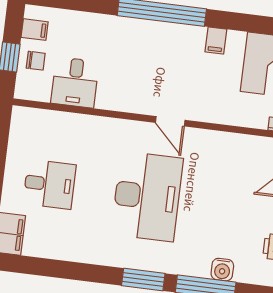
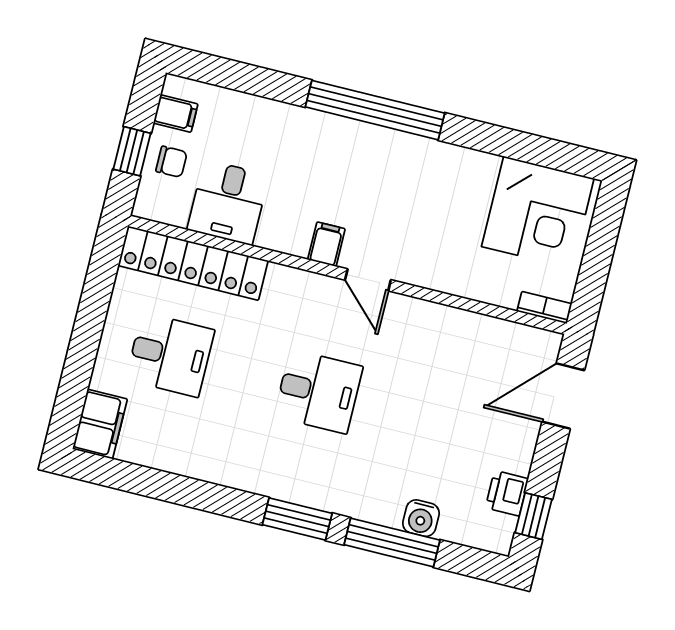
filing cabinet: (216, 40) -> (326, 244), moved, turned 180
locker: (57, 124) -> (193, 263), added
desk: (147, 196) -> (318, 391), width x0.53, depth x0.77

